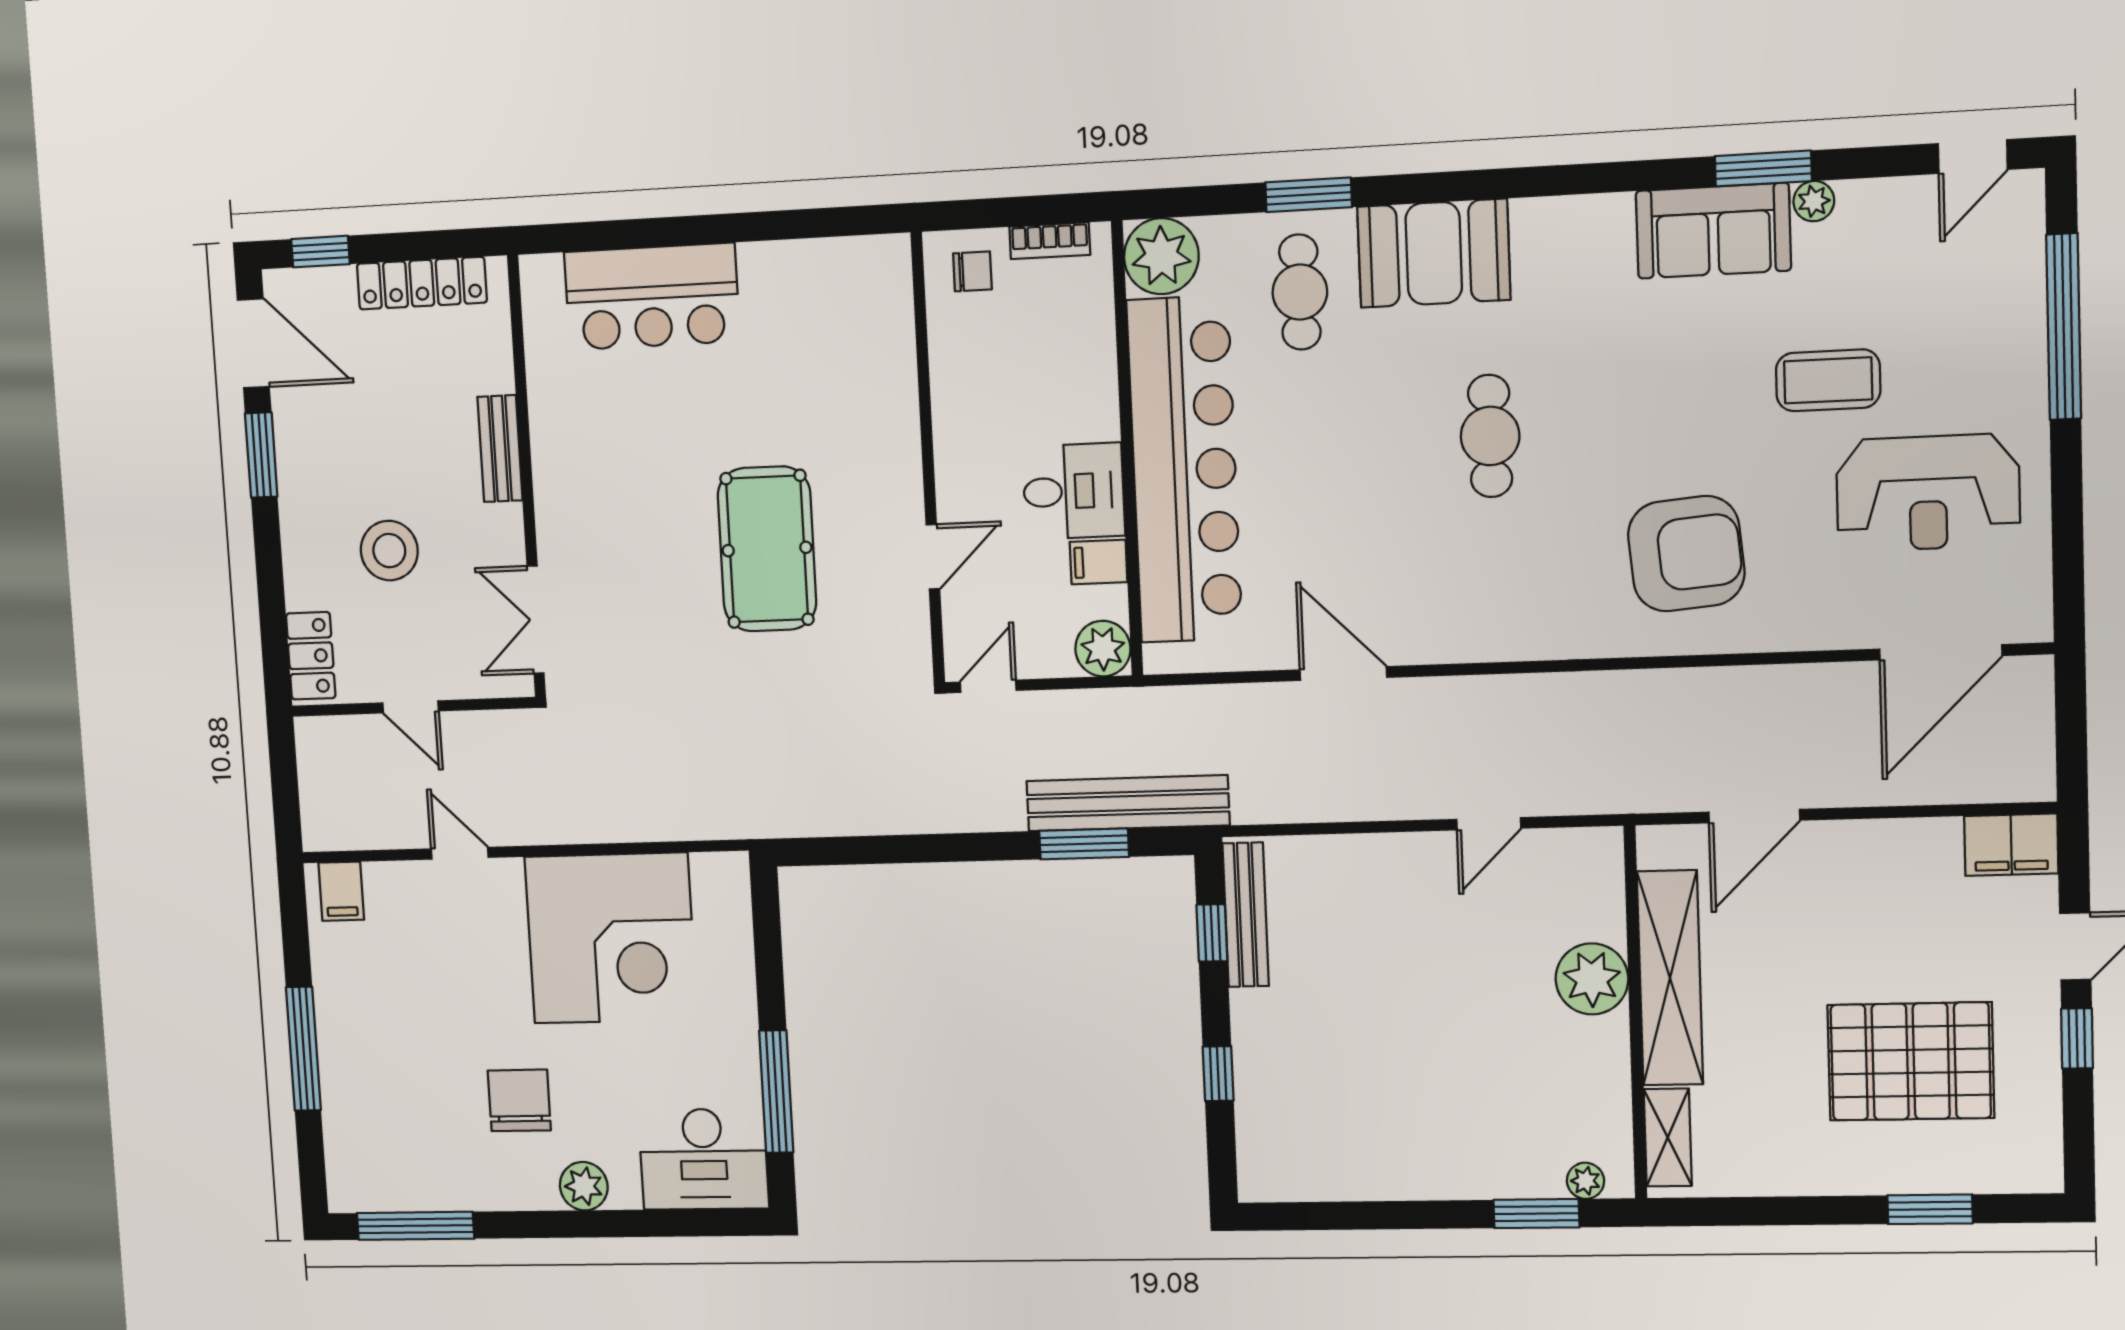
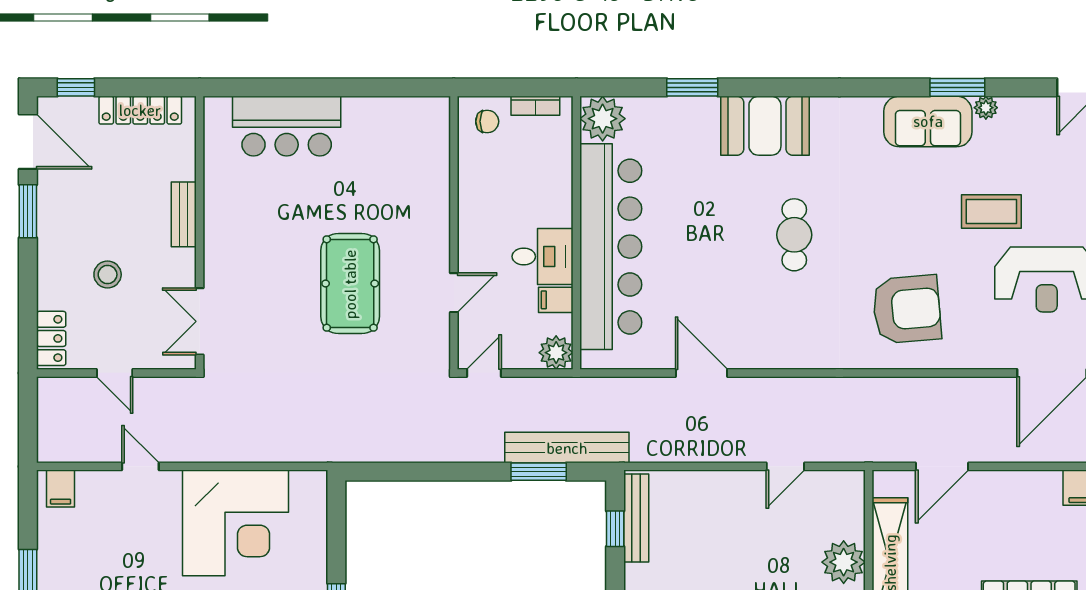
cafe table: (1300, 292) -> (685, 144), removed
stool: (389, 551) -> (108, 275), width x0.73, depth x0.73

